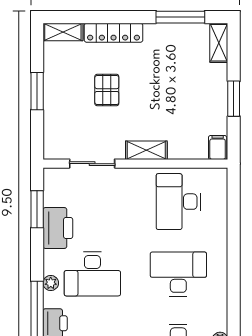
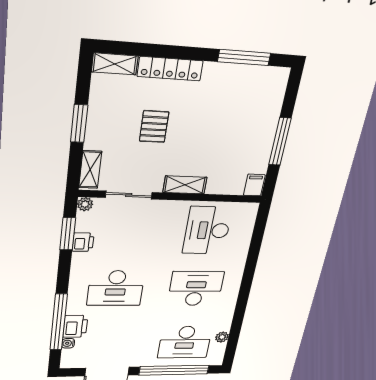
shelving: (219, 43) -> (90, 170), moved
window: (234, 99) -> (280, 142), width x1.44
printer: (58, 228) -> (83, 242), width x0.53, depth x0.68
plant: (51, 283) -> (85, 204), moved

